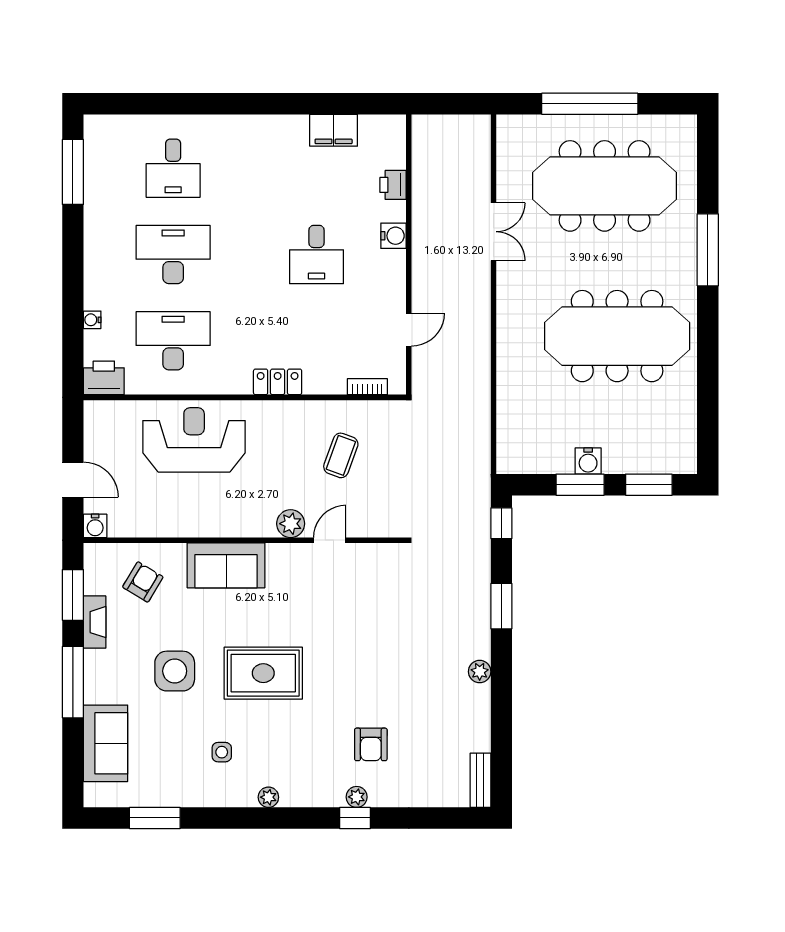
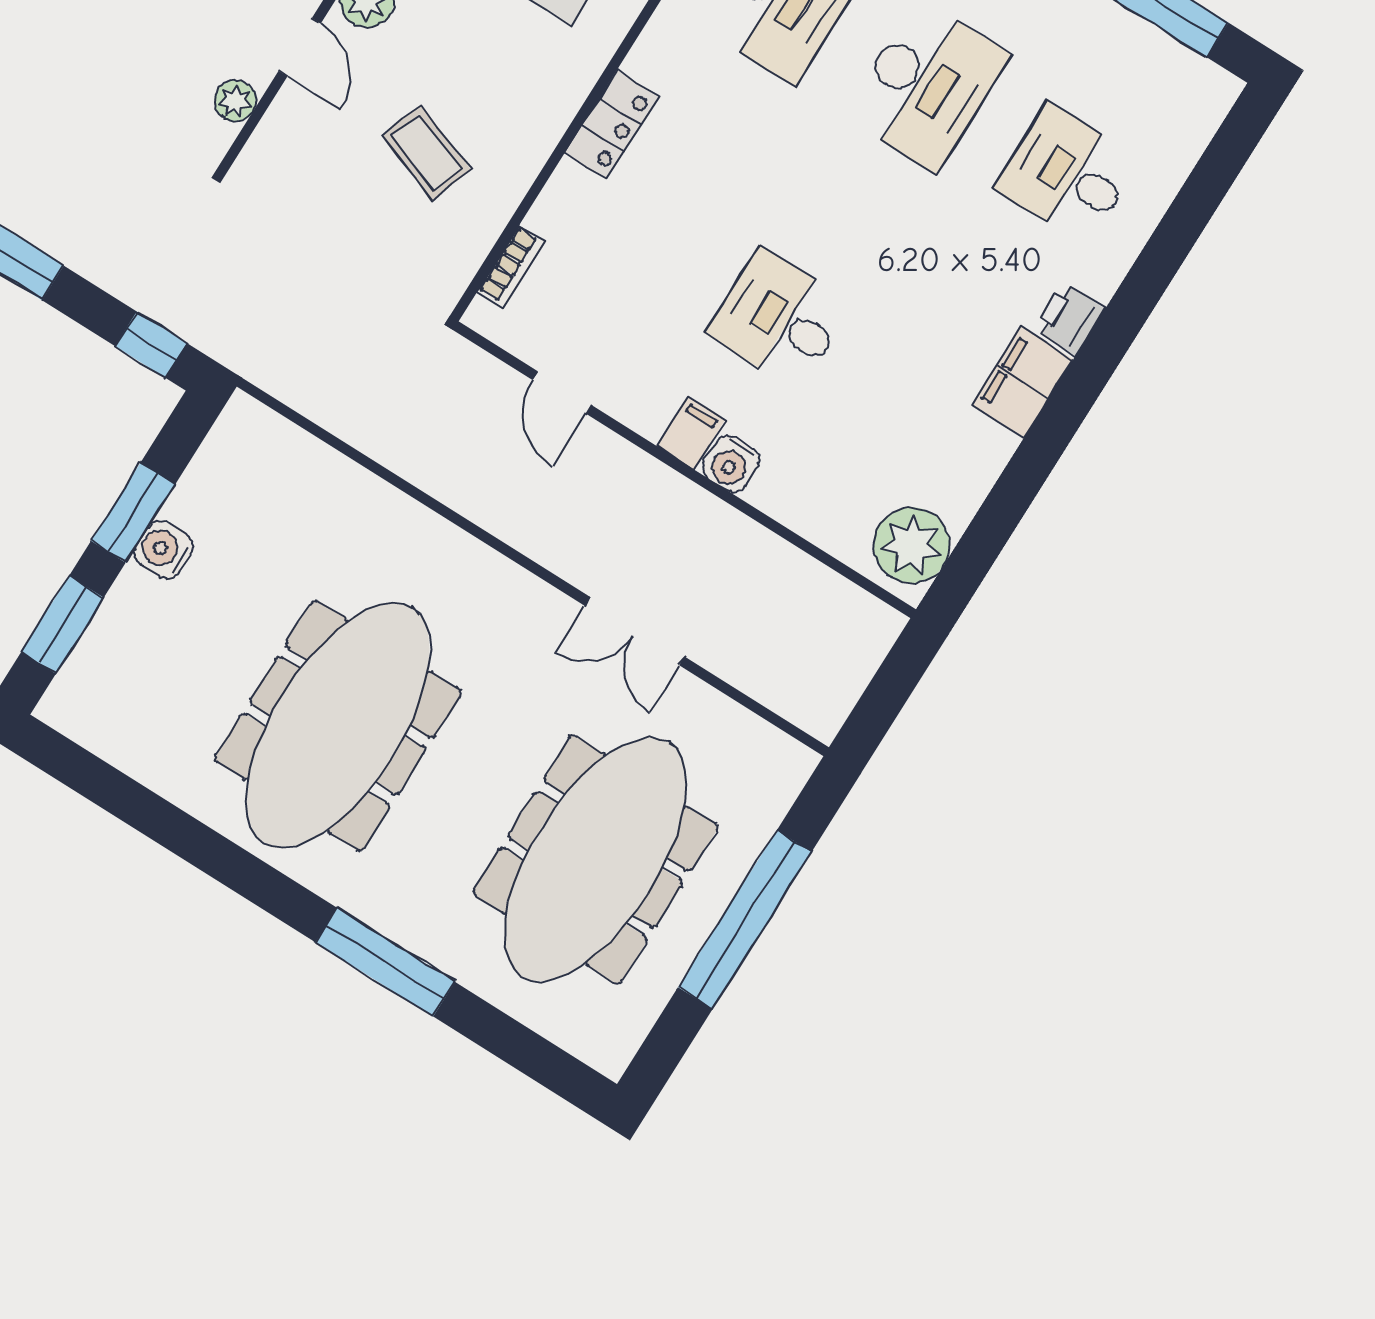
filing cabinet: (334, 130) -> (1023, 382), moved
plant: (379, 134) -> (911, 545), added
printer: (393, 185) -> (1069, 319), moved, turned -90
filing cabinet: (391, 262) -> (691, 433), added
plant: (371, 554) -> (235, 101), added

